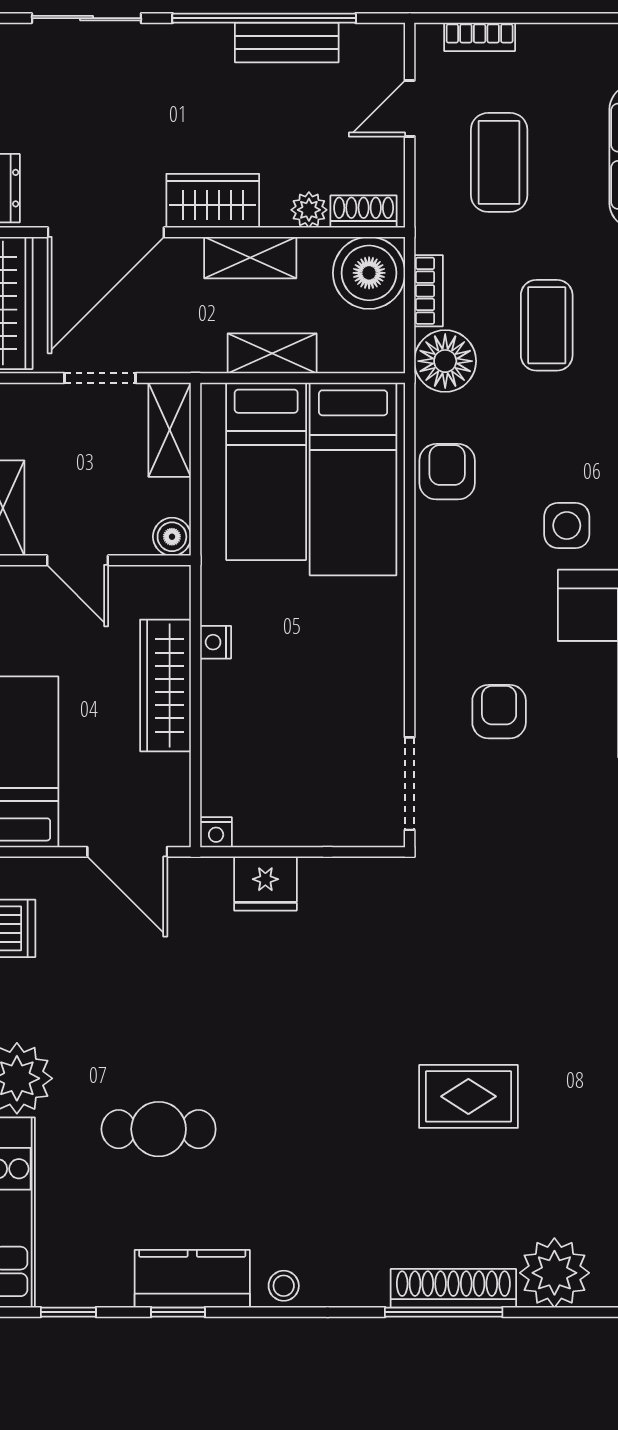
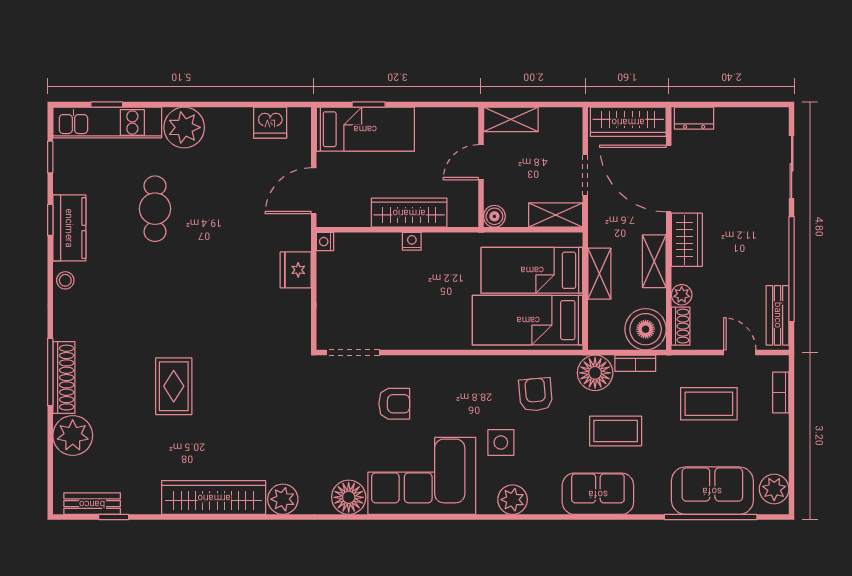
bench: (287, 42) -> (778, 315), moved
armchair: (447, 472) -> (536, 395), moved, turned -95
nightstand: (216, 642) -> (412, 241), moved

